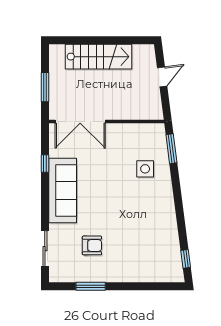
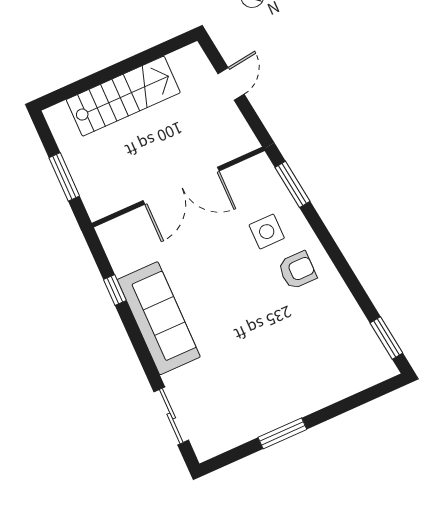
double door: (80, 121) -> (181, 186), moved
armchair: (92, 245) -> (297, 270), moved
window: (186, 259) -> (386, 338), width x1.50
window: (91, 286) -> (282, 433), moved

